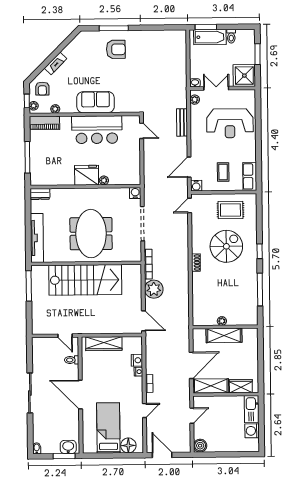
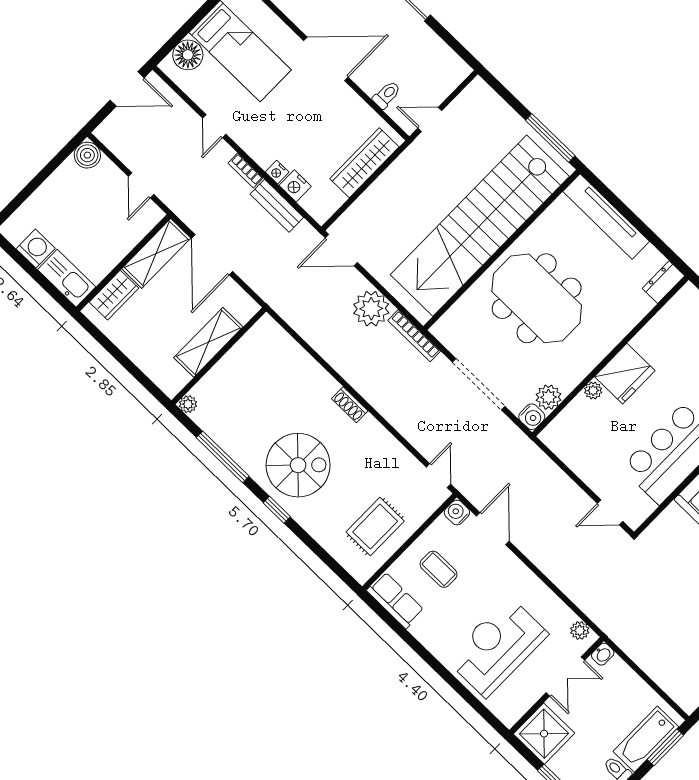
bench: (182, 122) -> (277, 206), moved
plant: (122, 194) -> (548, 397), added
spiral stairs: (226, 246) -> (298, 465), moved, turned -90
stairs: (85, 280) -> (480, 226), width x1.36
plant: (222, 321) -> (188, 404), moved

